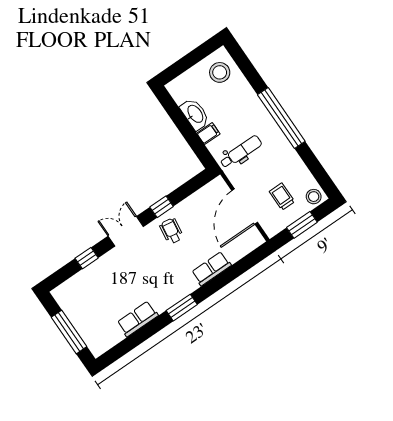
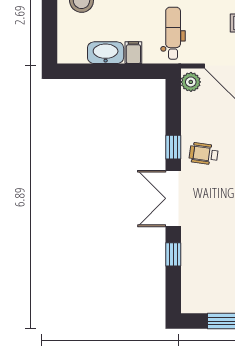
plant: (215, 188) -> (191, 82), added
double door: (126, 231) -> (173, 198), width x1.37

